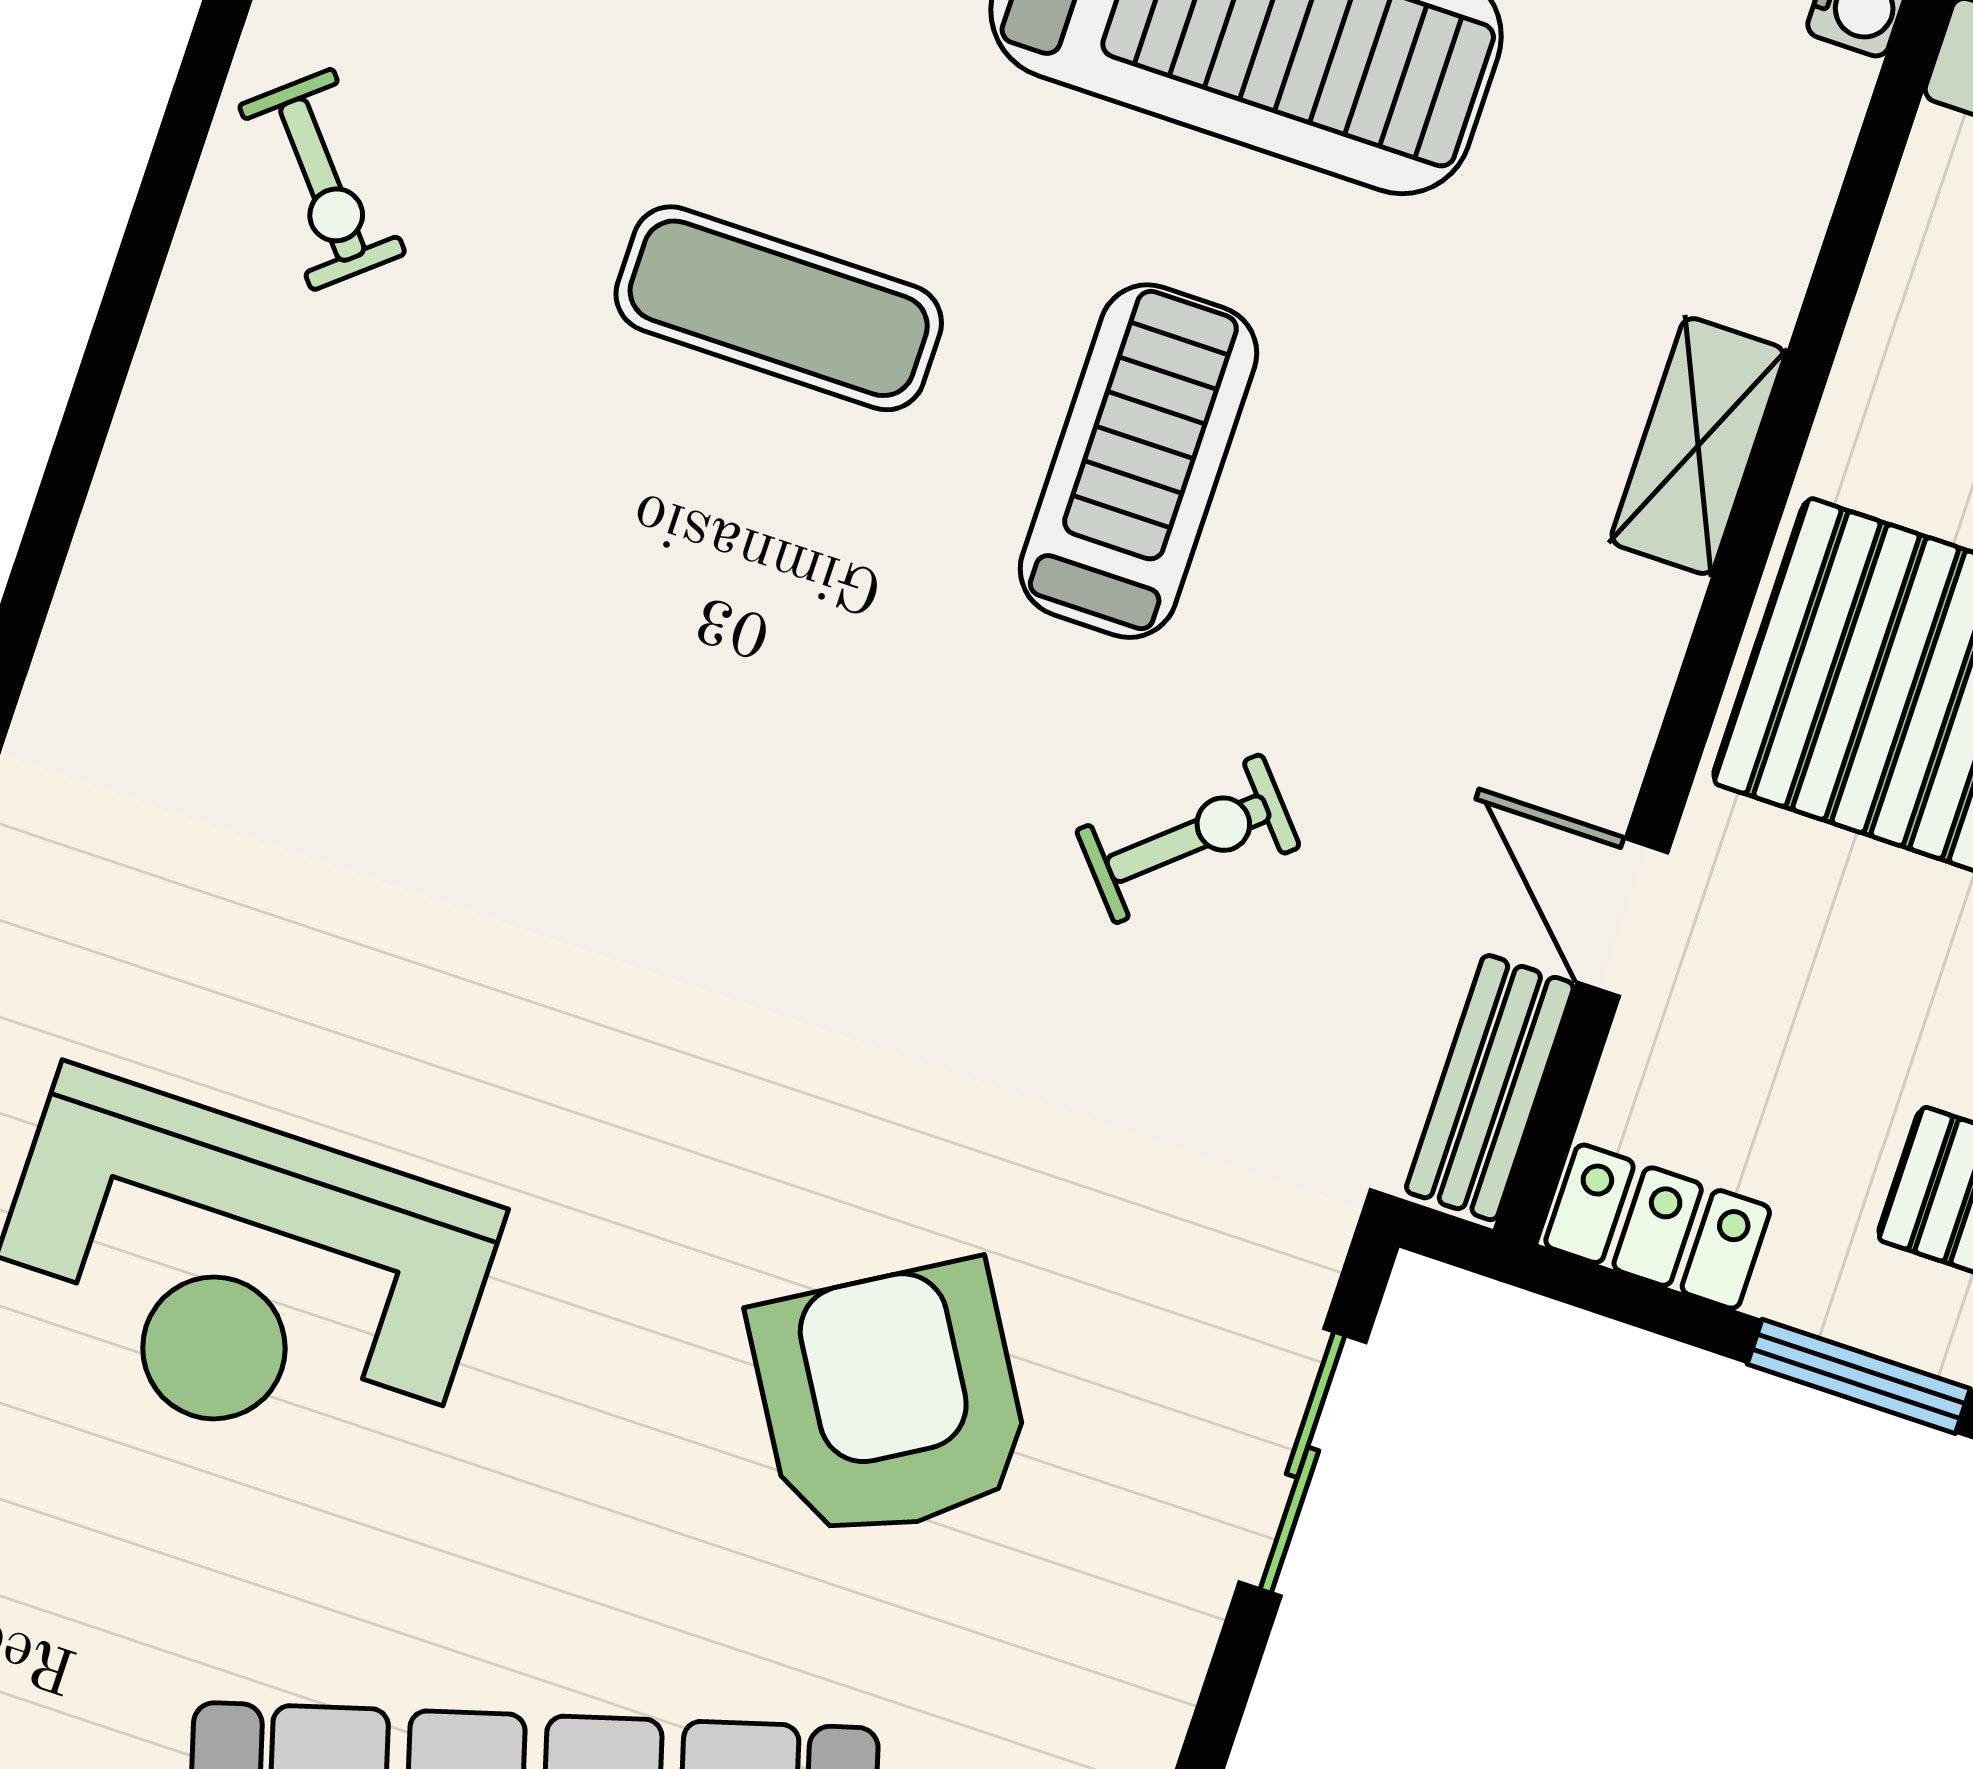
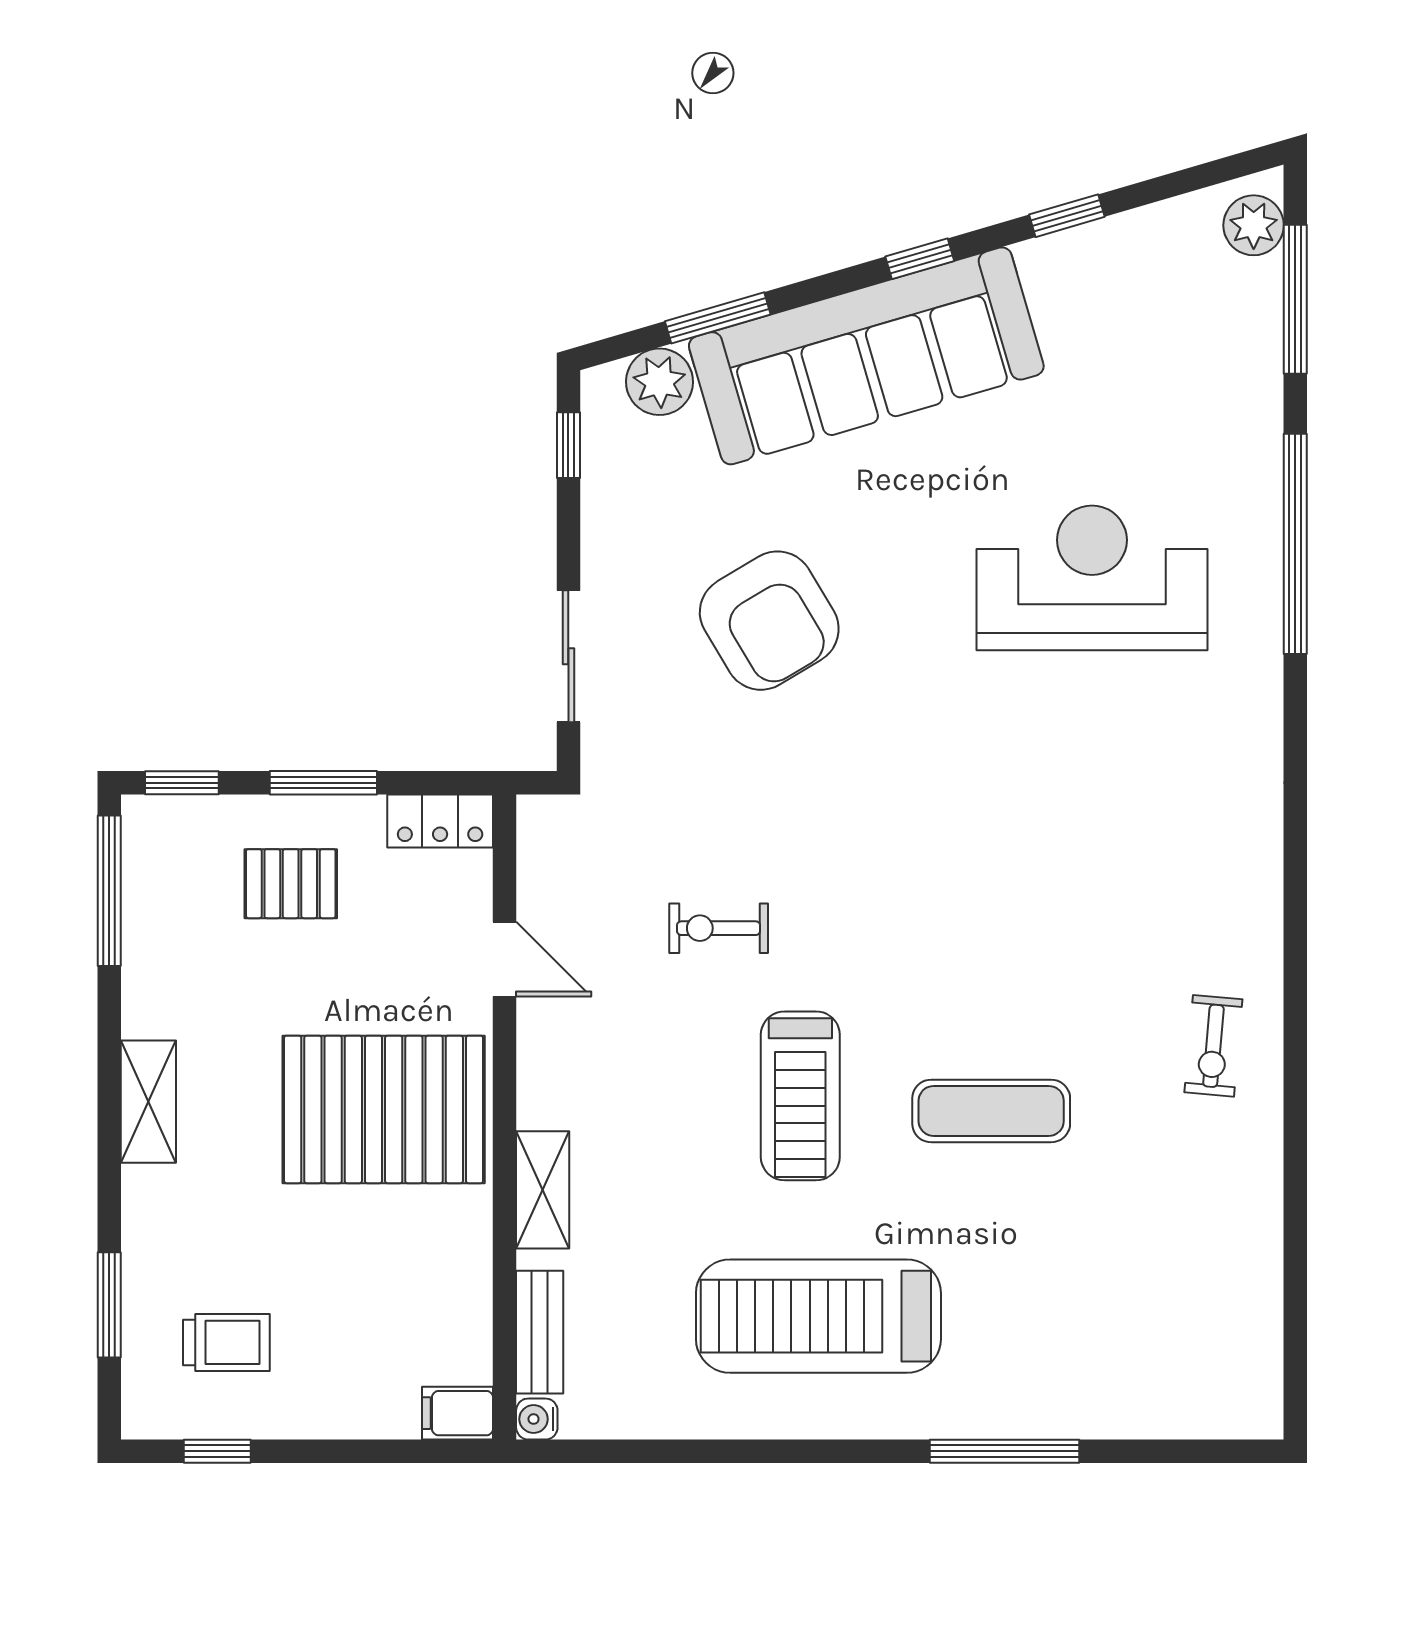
exercise bike: (322, 180) -> (1213, 1046), moved, turned -135
exercise bike: (1188, 839) -> (719, 928), turned 41
bench: (1490, 1088) -> (540, 1332), moved

